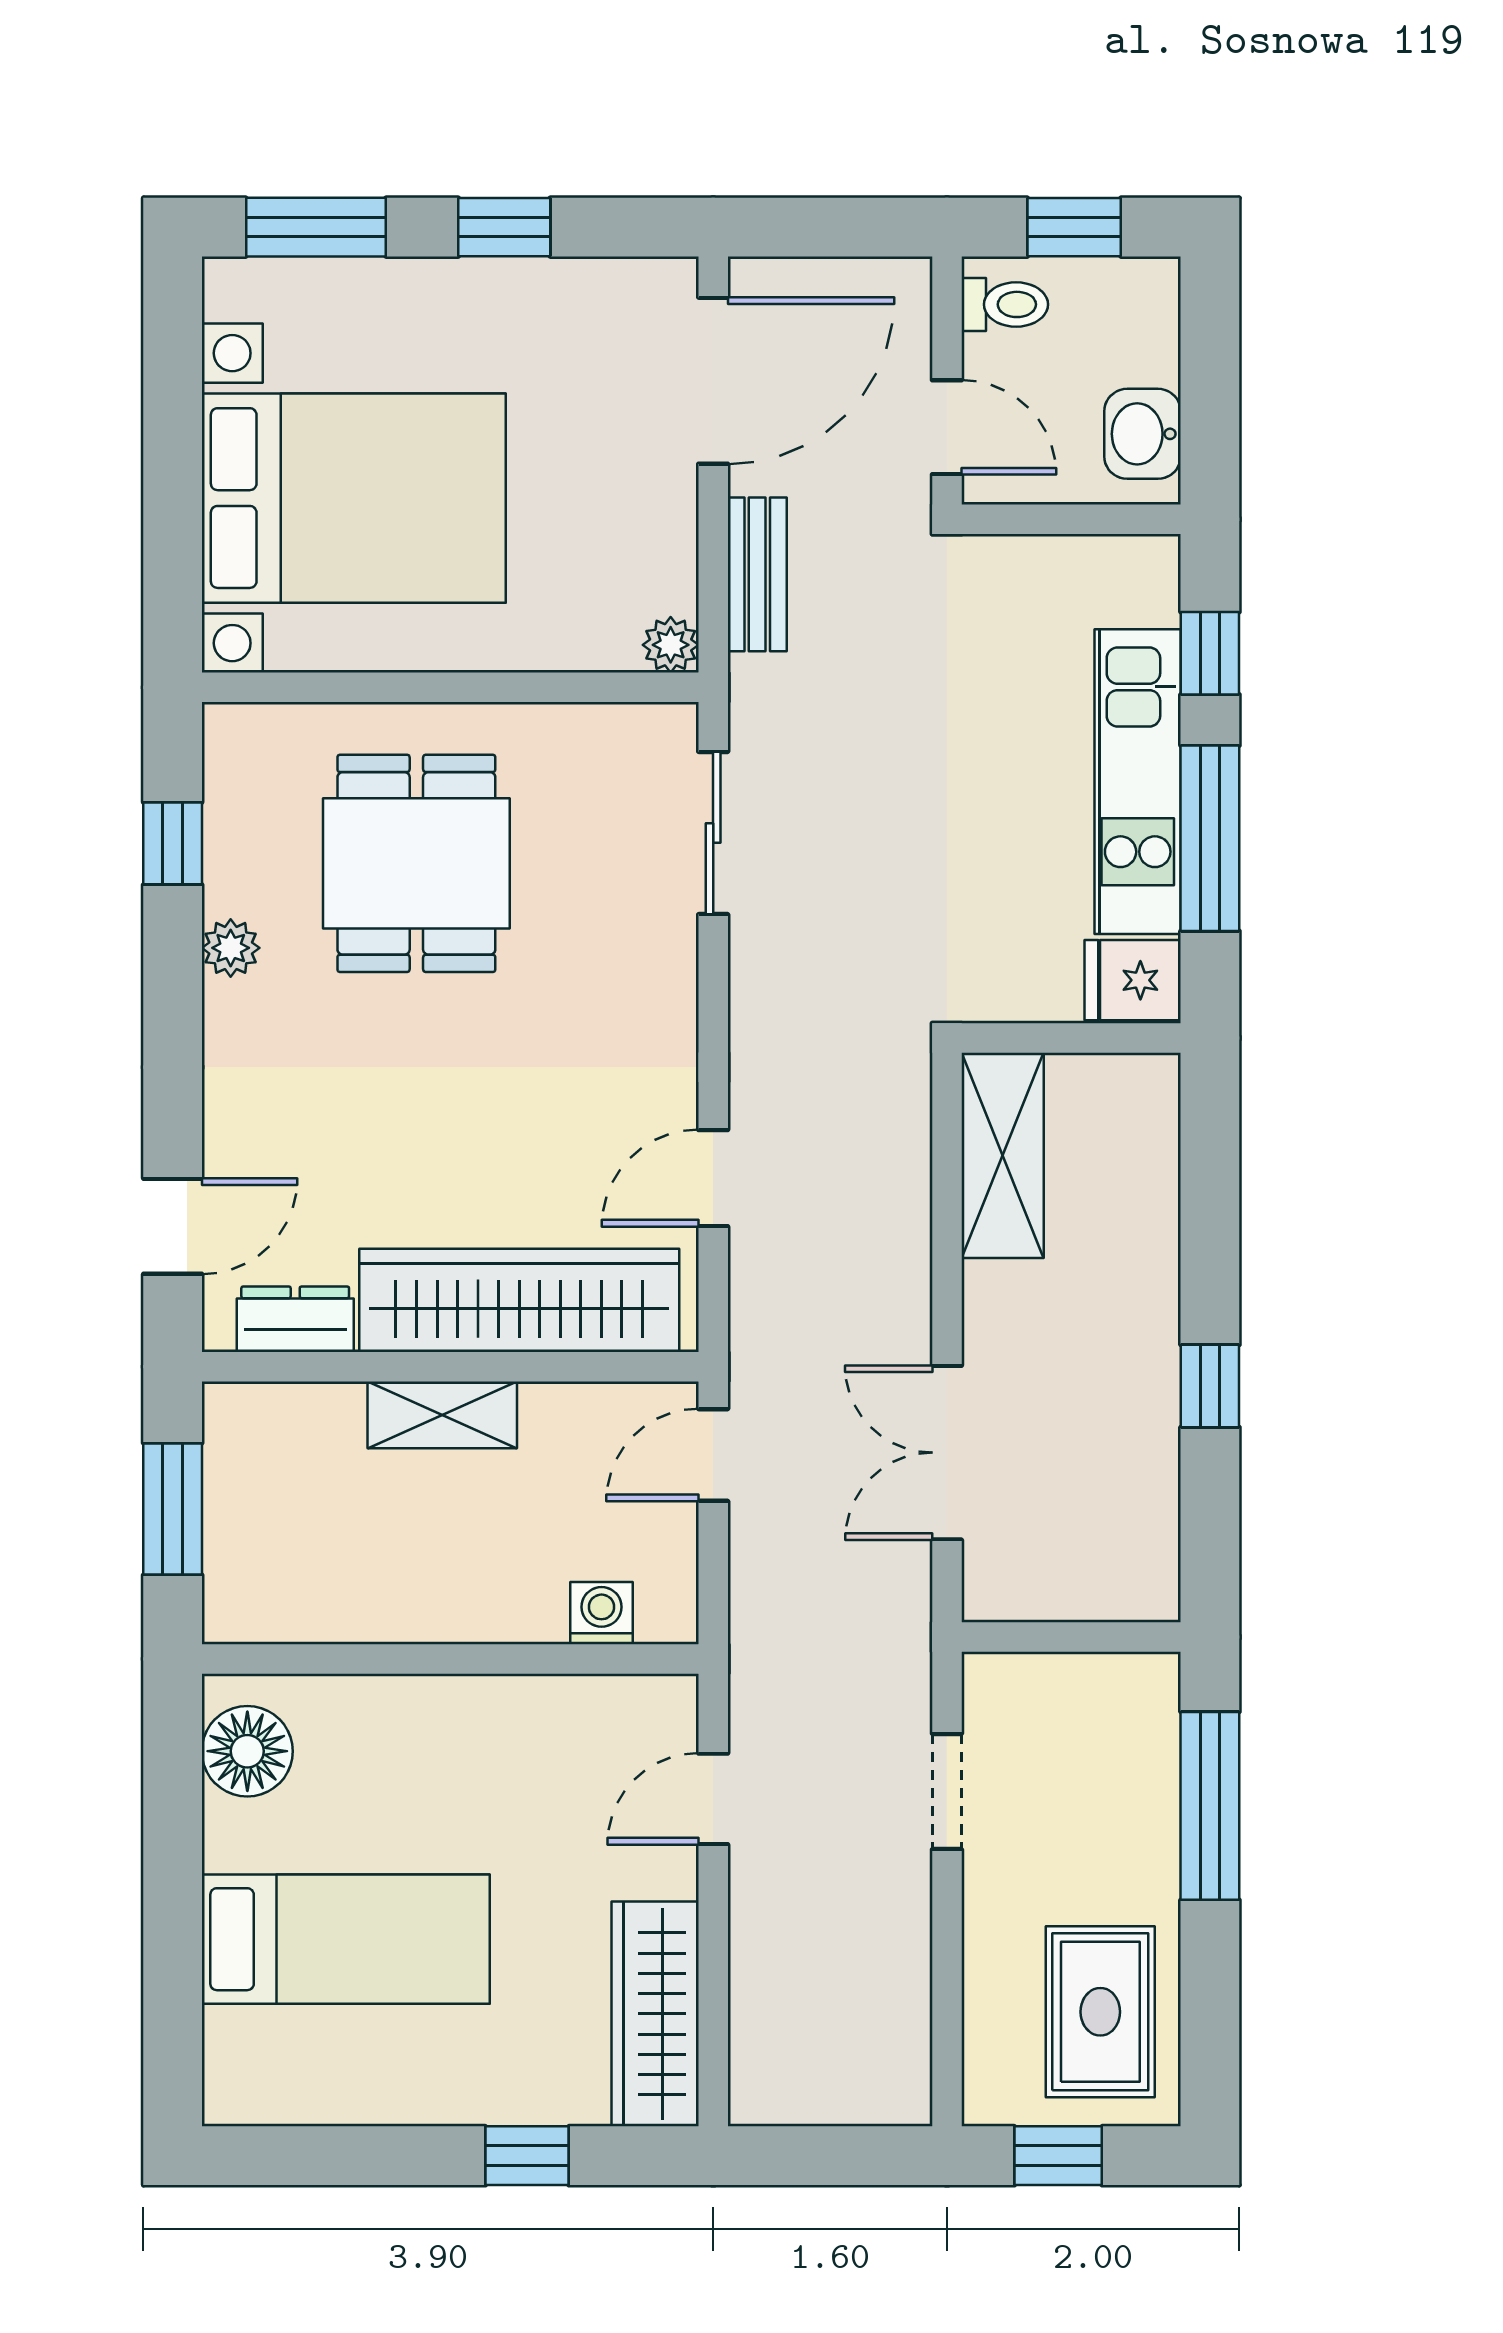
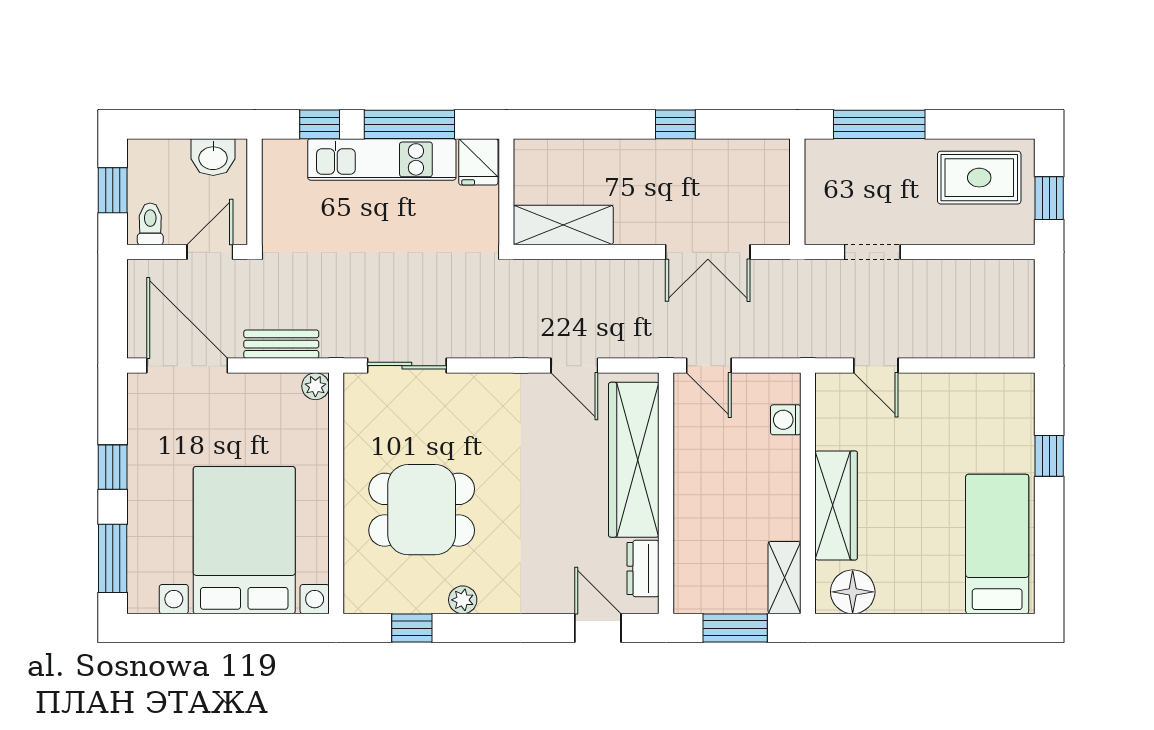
shelving: (442, 1415) -> (784, 578), moved
bed: (346, 1939) -> (997, 544), moved
wardrobe: (655, 2014) -> (836, 505), moved, turned -90

